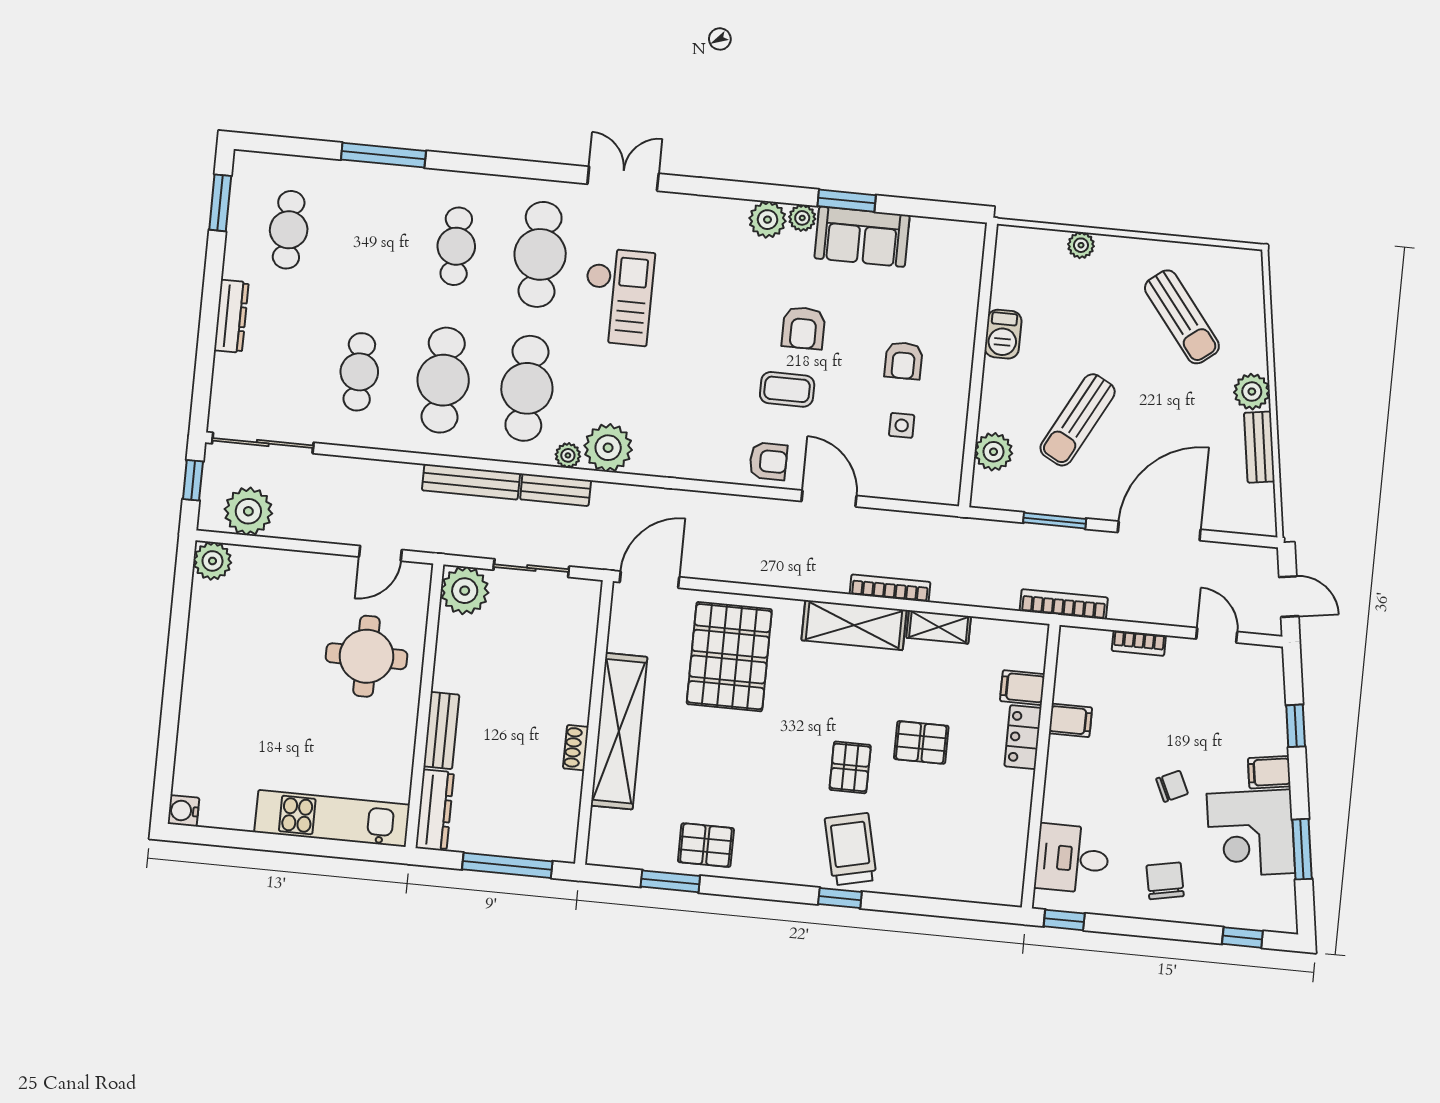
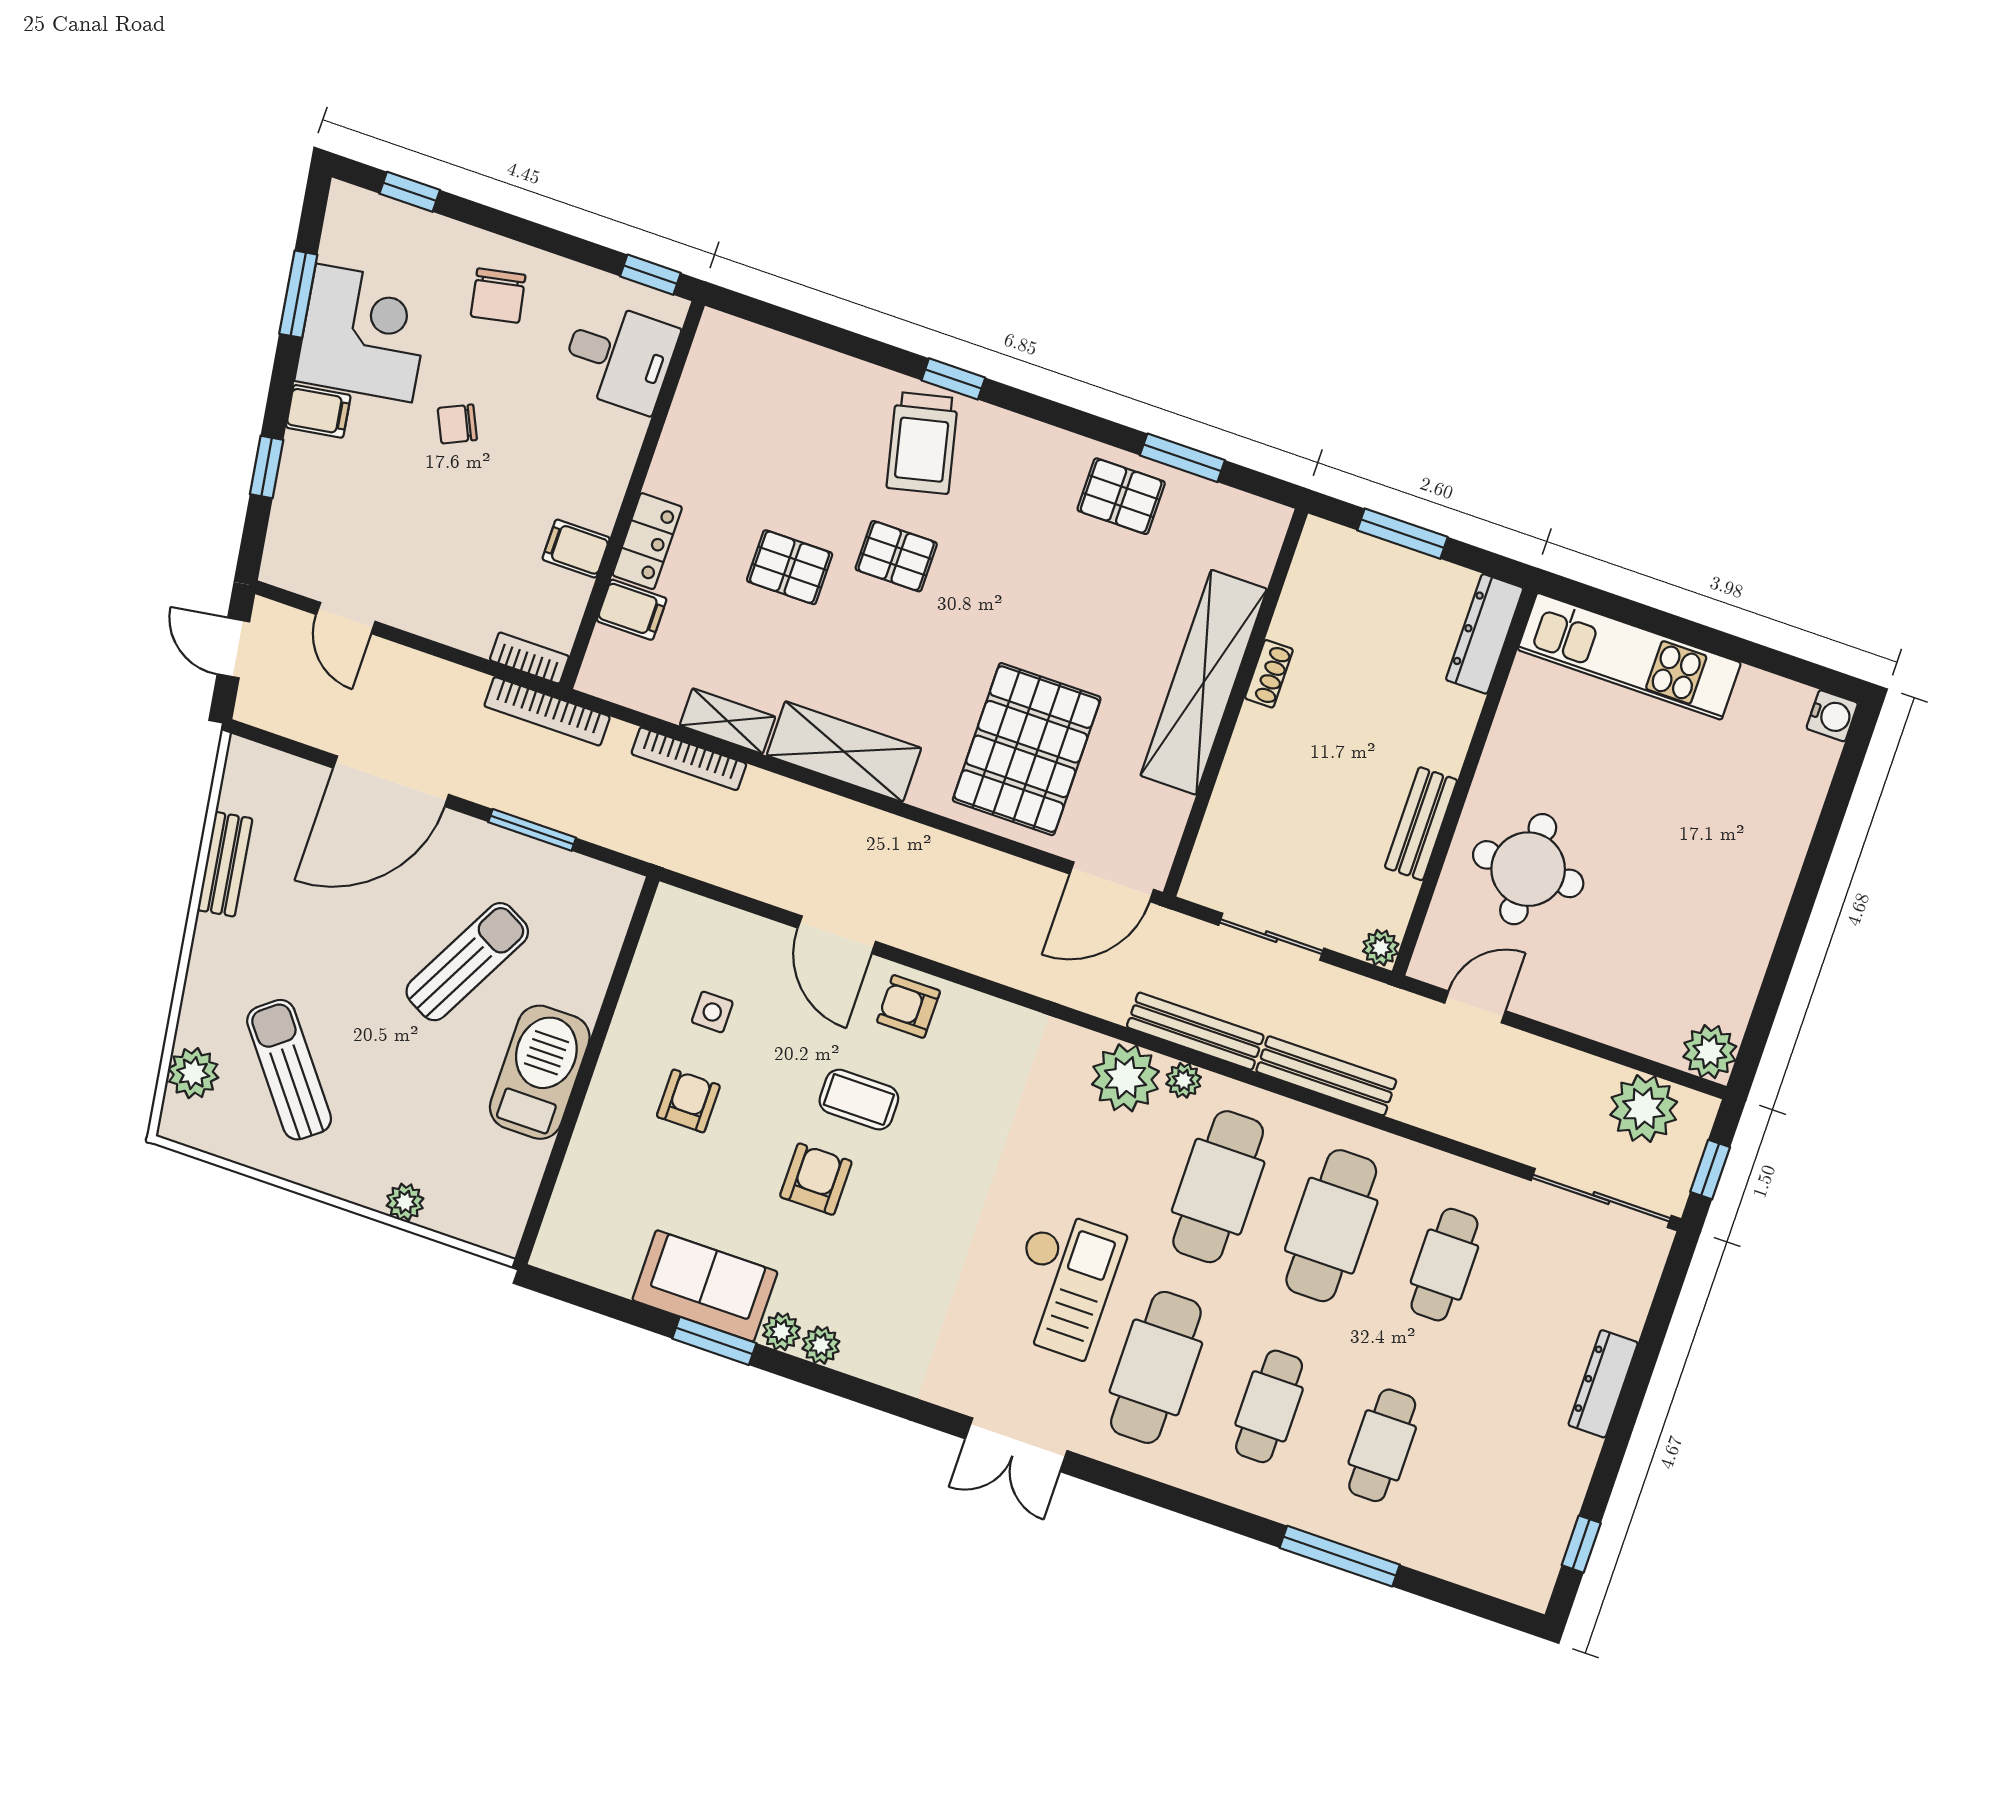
window: (220, 203) -> (1581, 1544), width x0.67
plant: (768, 220) -> (821, 1345), width x0.73, depth x0.73
cafe table: (289, 230) -> (1382, 1445), moved
checkout: (618, 297) -> (1062, 1283), turned 180
barbecue: (1003, 334) -> (540, 1072), width x1.88, depth x1.53
plant: (1252, 392) -> (193, 1073), moved
plant: (994, 452) -> (594, 945), removed
bench: (556, 490) -> (1195, 1031), width x1.36
bookcase: (890, 588) -> (689, 759), moved
plant: (465, 591) -> (1381, 948), width x0.53, depth x0.53
bookcase: (1139, 643) -> (529, 658), moved
bench: (441, 731) -> (1421, 824), moved
pallet: (850, 767) -> (896, 556), turned 90
window: (507, 865) -> (1402, 534), width x0.69

